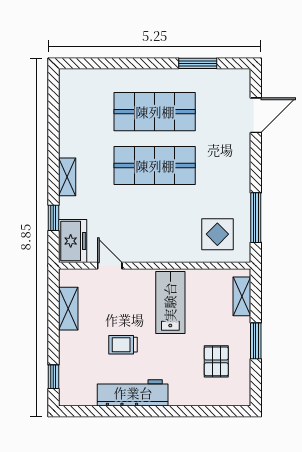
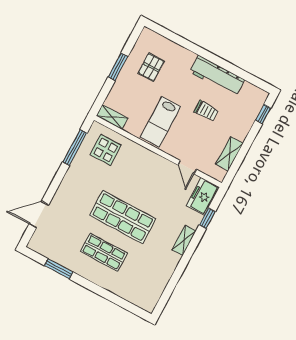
shop shelf: (155, 112) -> (104, 252), width x0.70, depth x0.74
shelving: (242, 296) -> (112, 117), moved, turned 90

